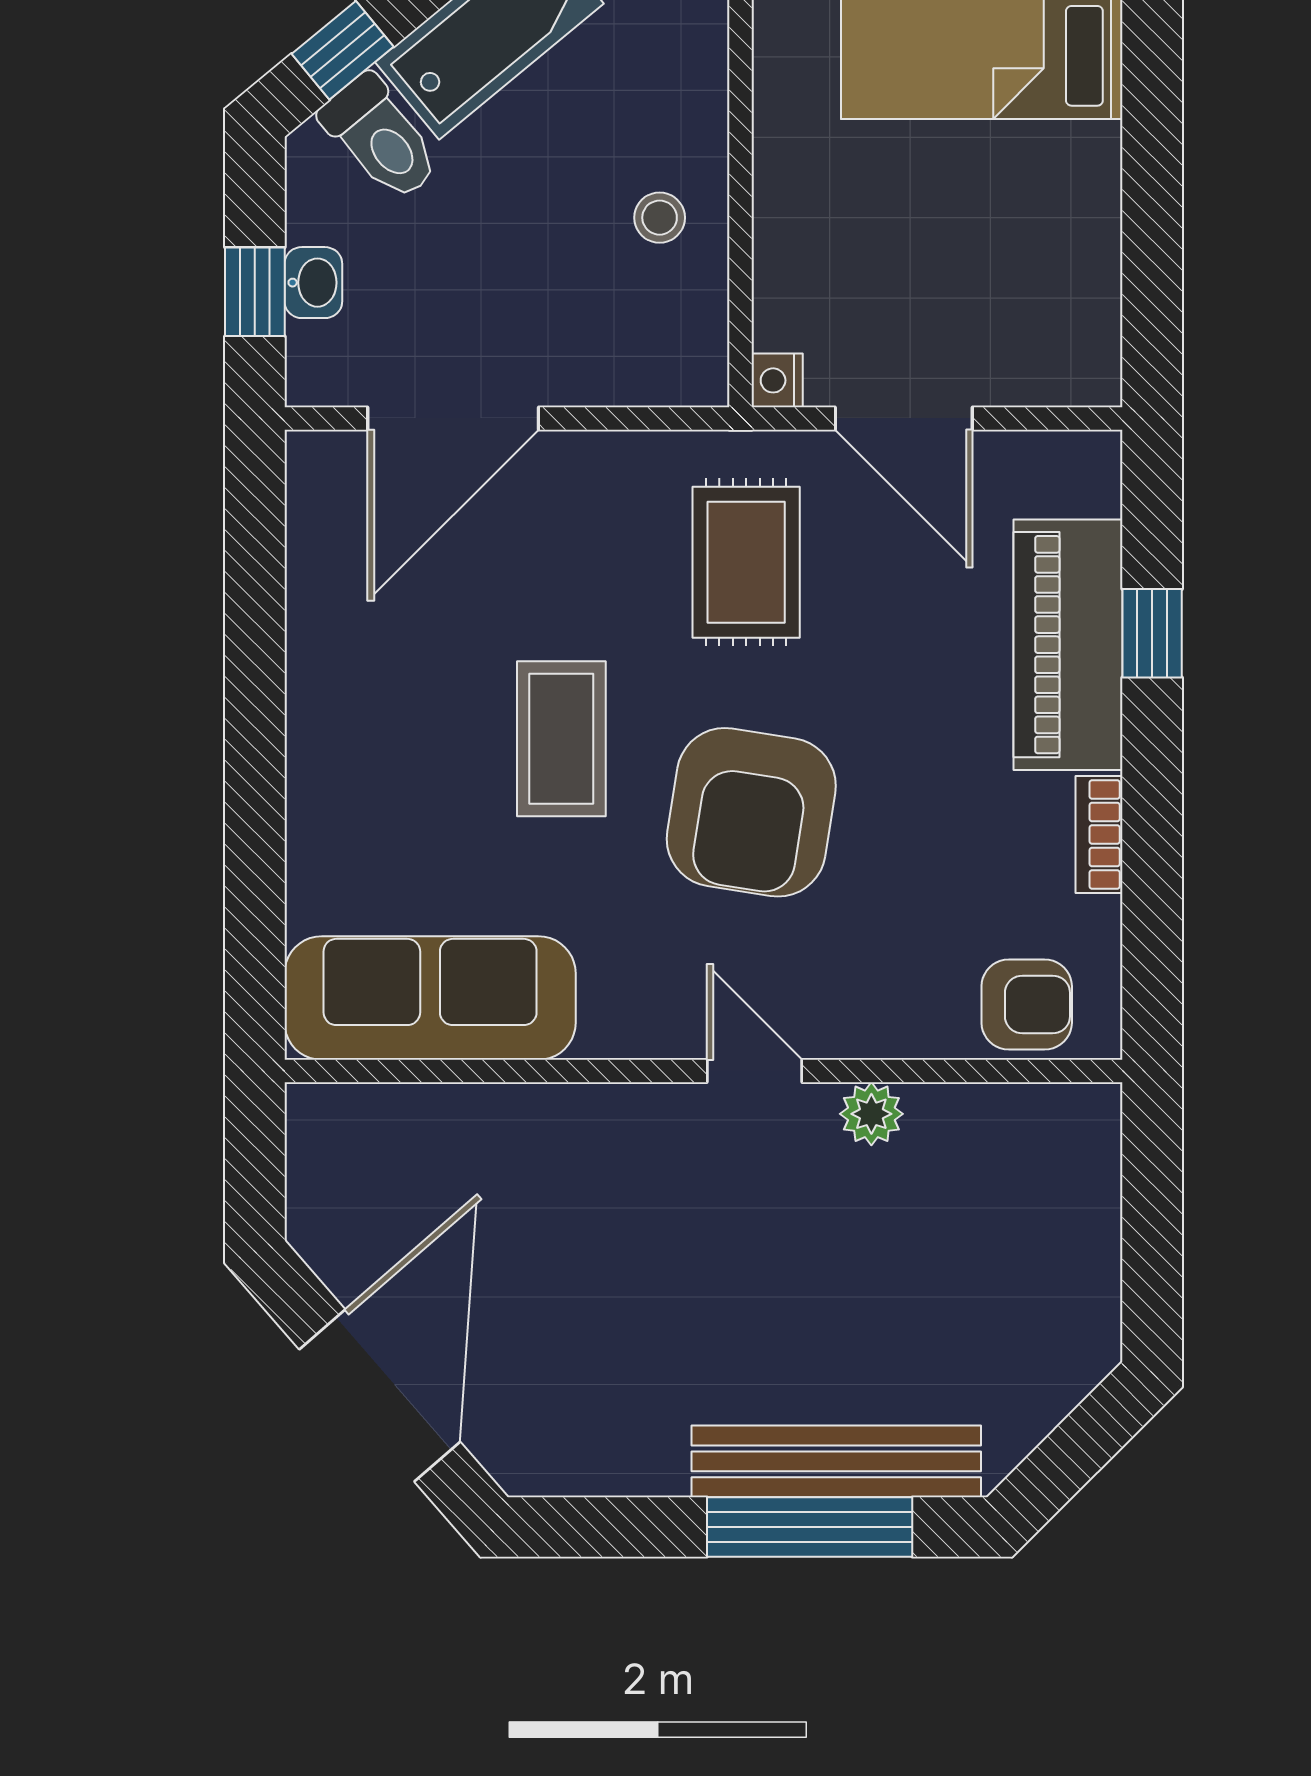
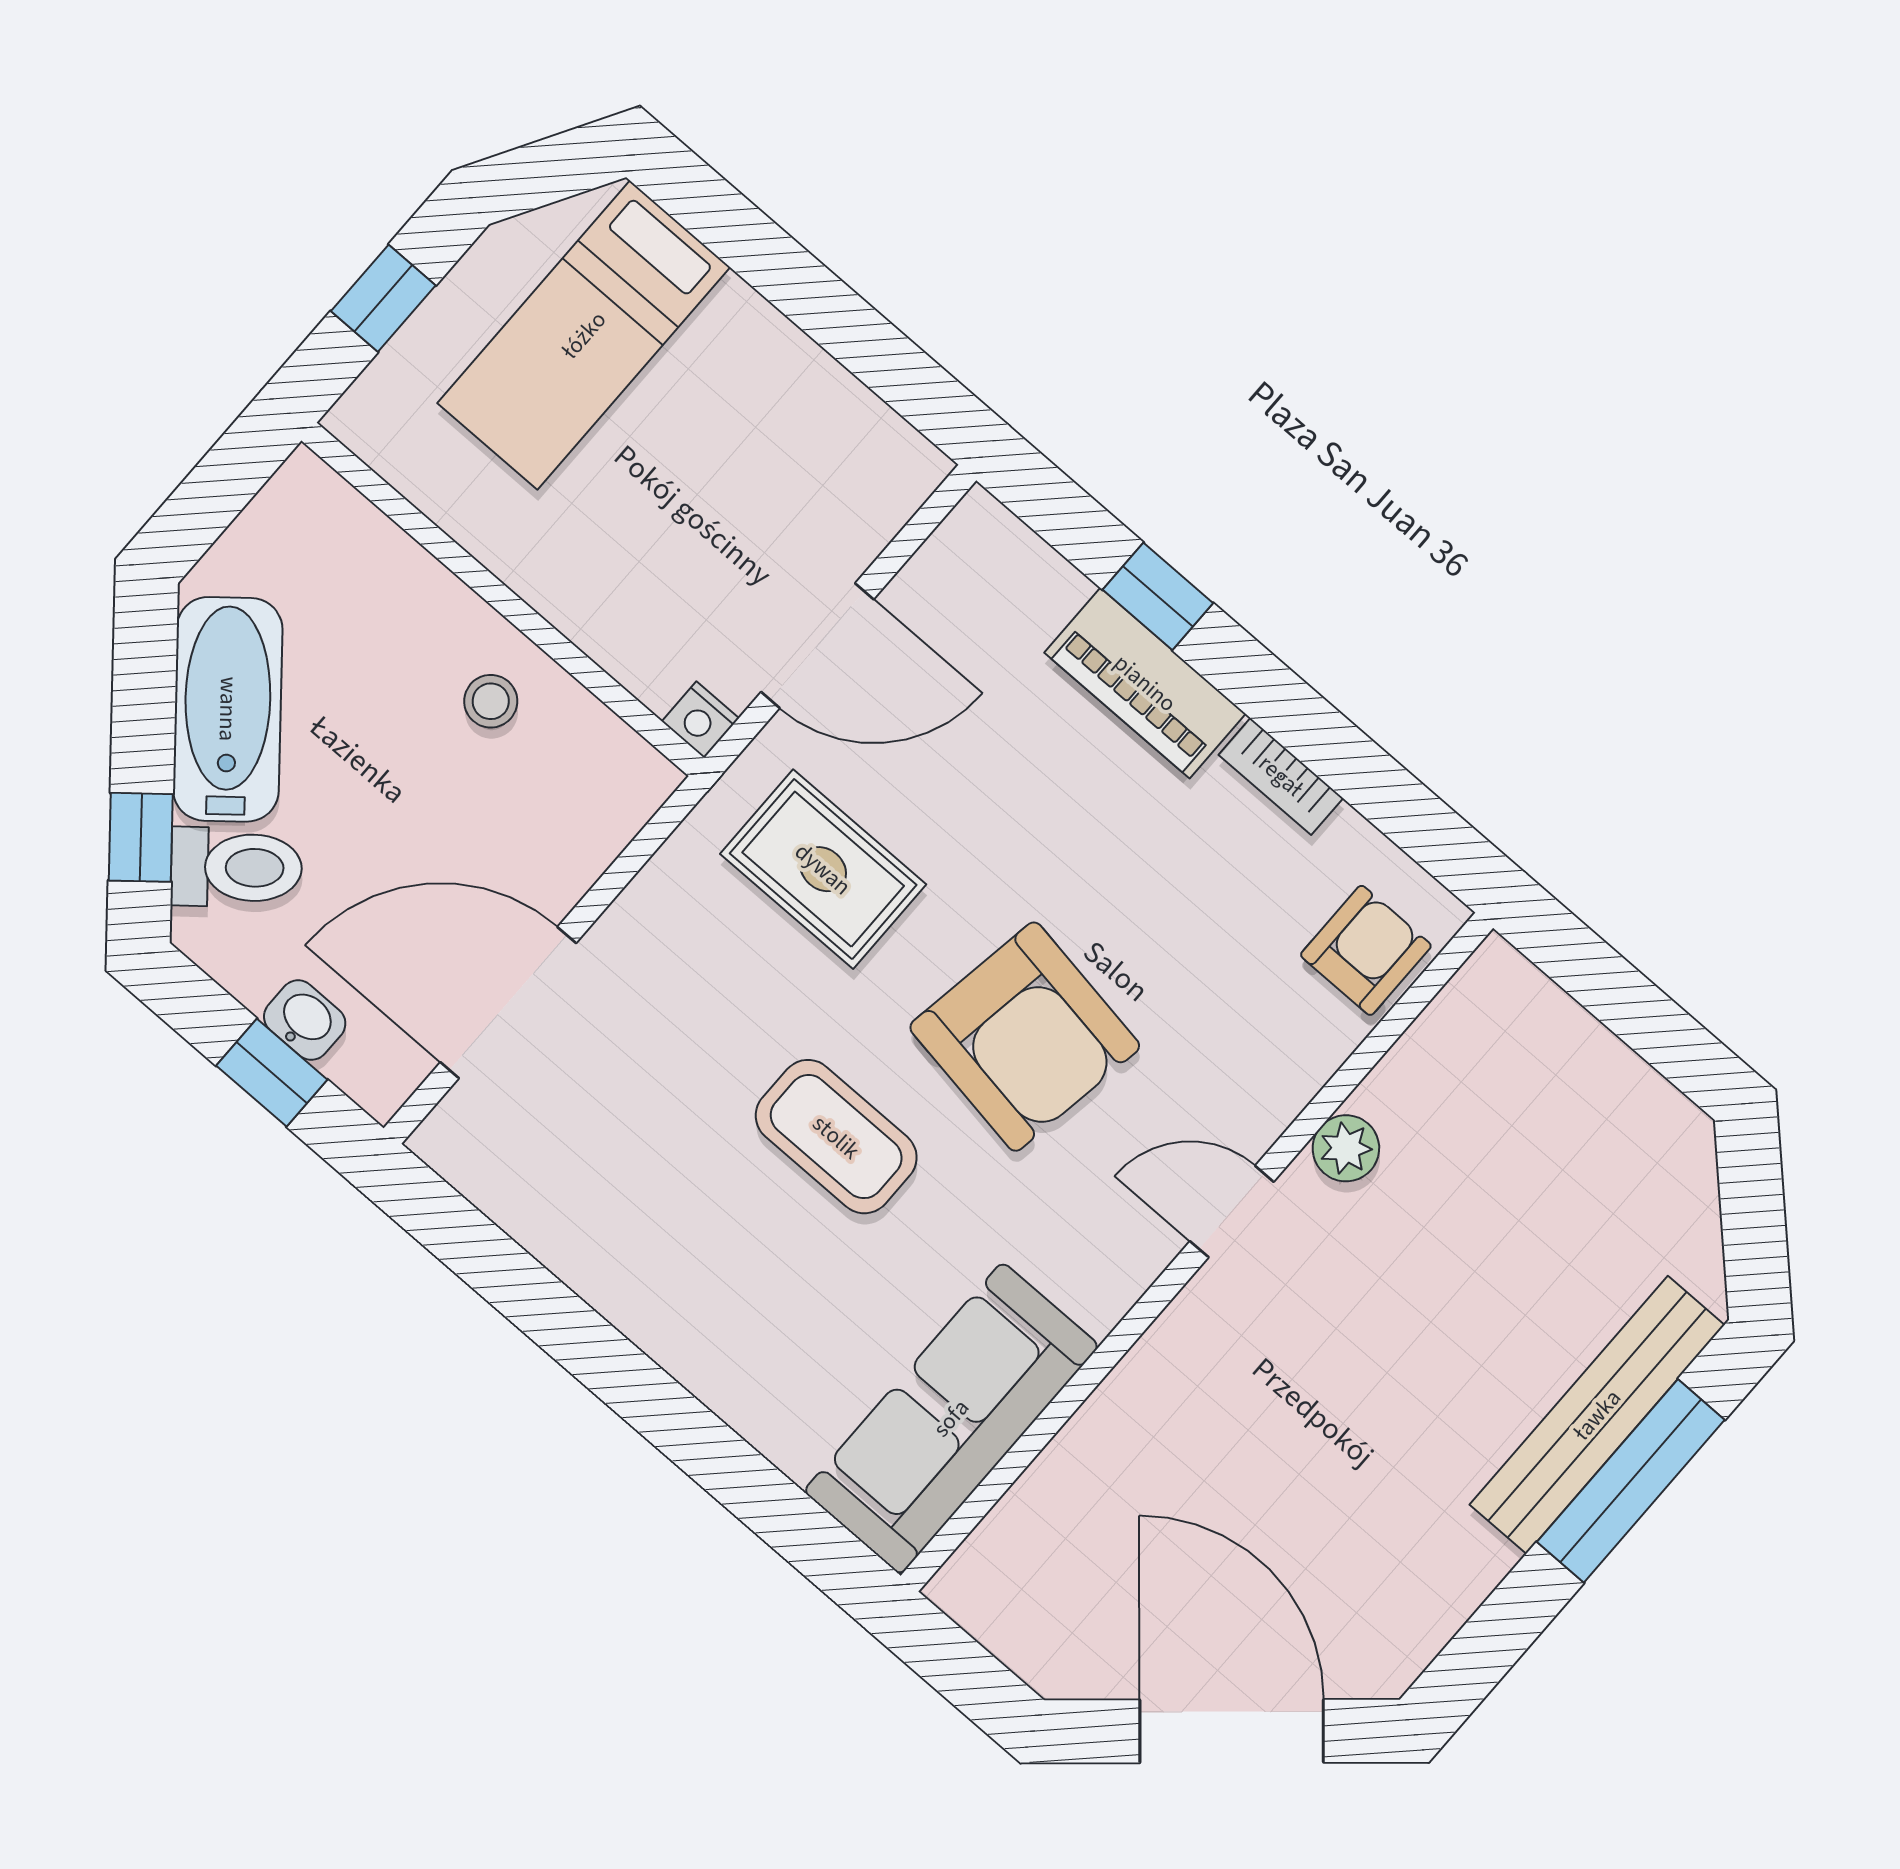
door: (453, 418) -> (508, 1003), swing flipped
piano: (1068, 645) -> (1145, 683), width x0.73, depth x0.75

